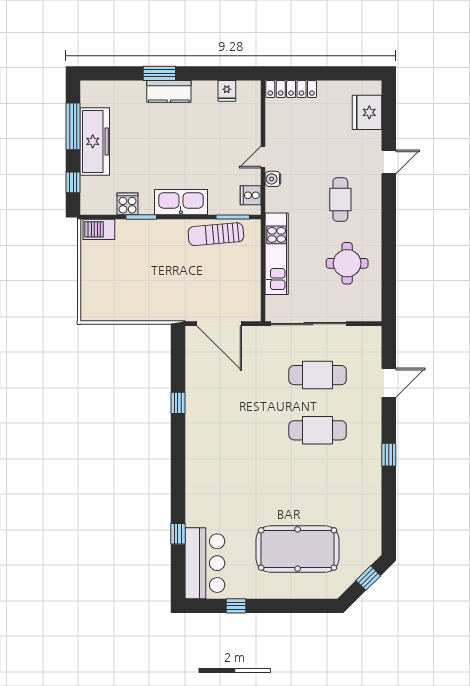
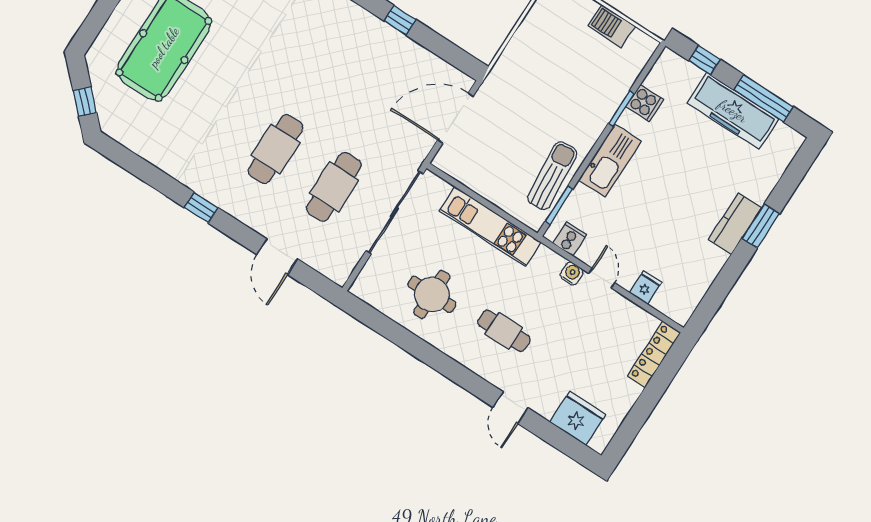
fridge: (227, 91) -> (645, 288), moved, turned 90
barbecue: (99, 229) -> (611, 26), moved, turned -90

